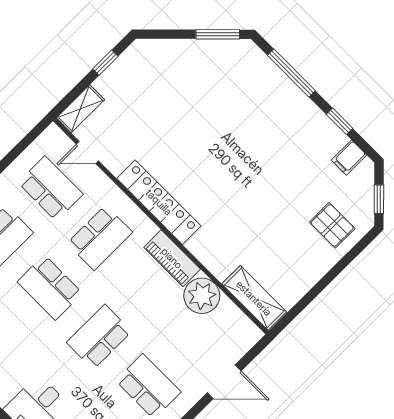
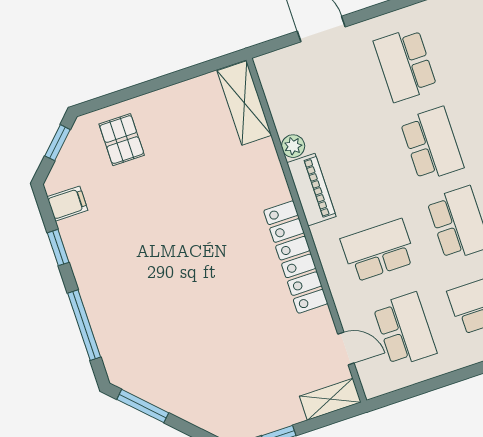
school desk: (51, 188) -> (405, 330), turned 180
plant: (202, 296) -> (293, 146), width x0.53, depth x0.53
school desk: (99, 337) -> (432, 144), turned -90

